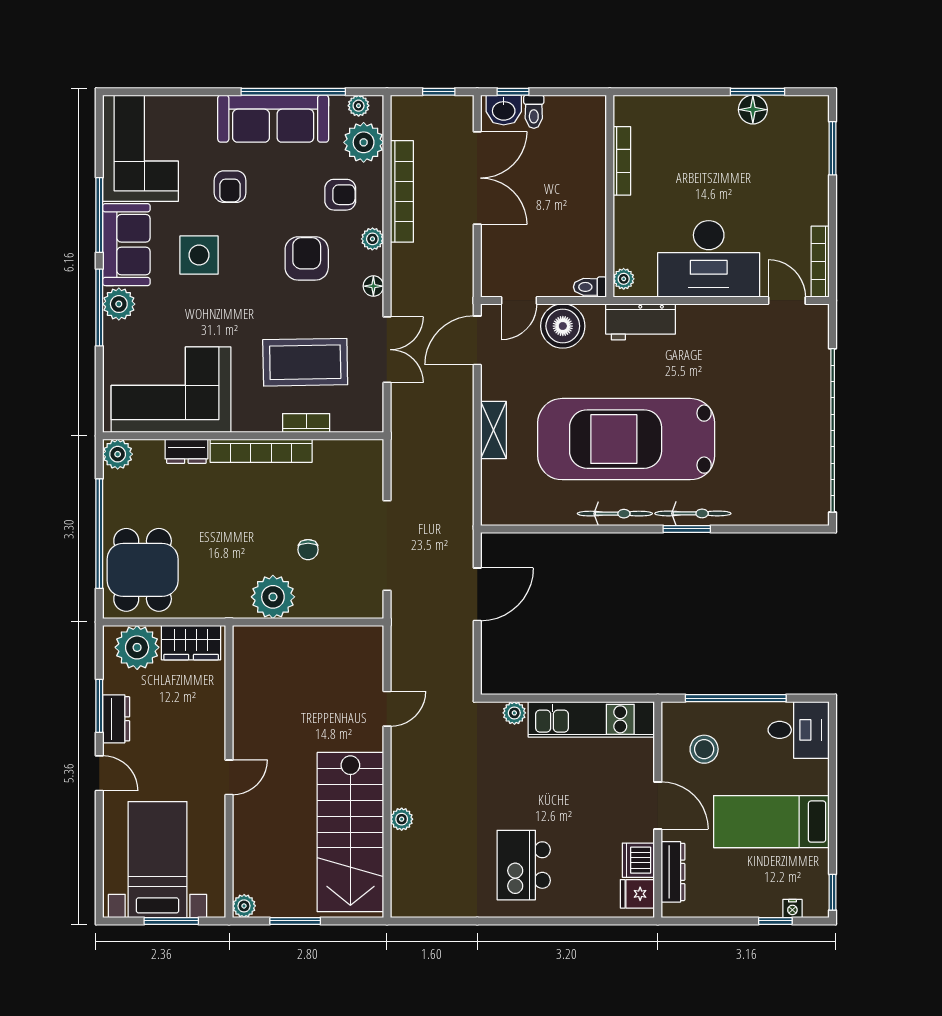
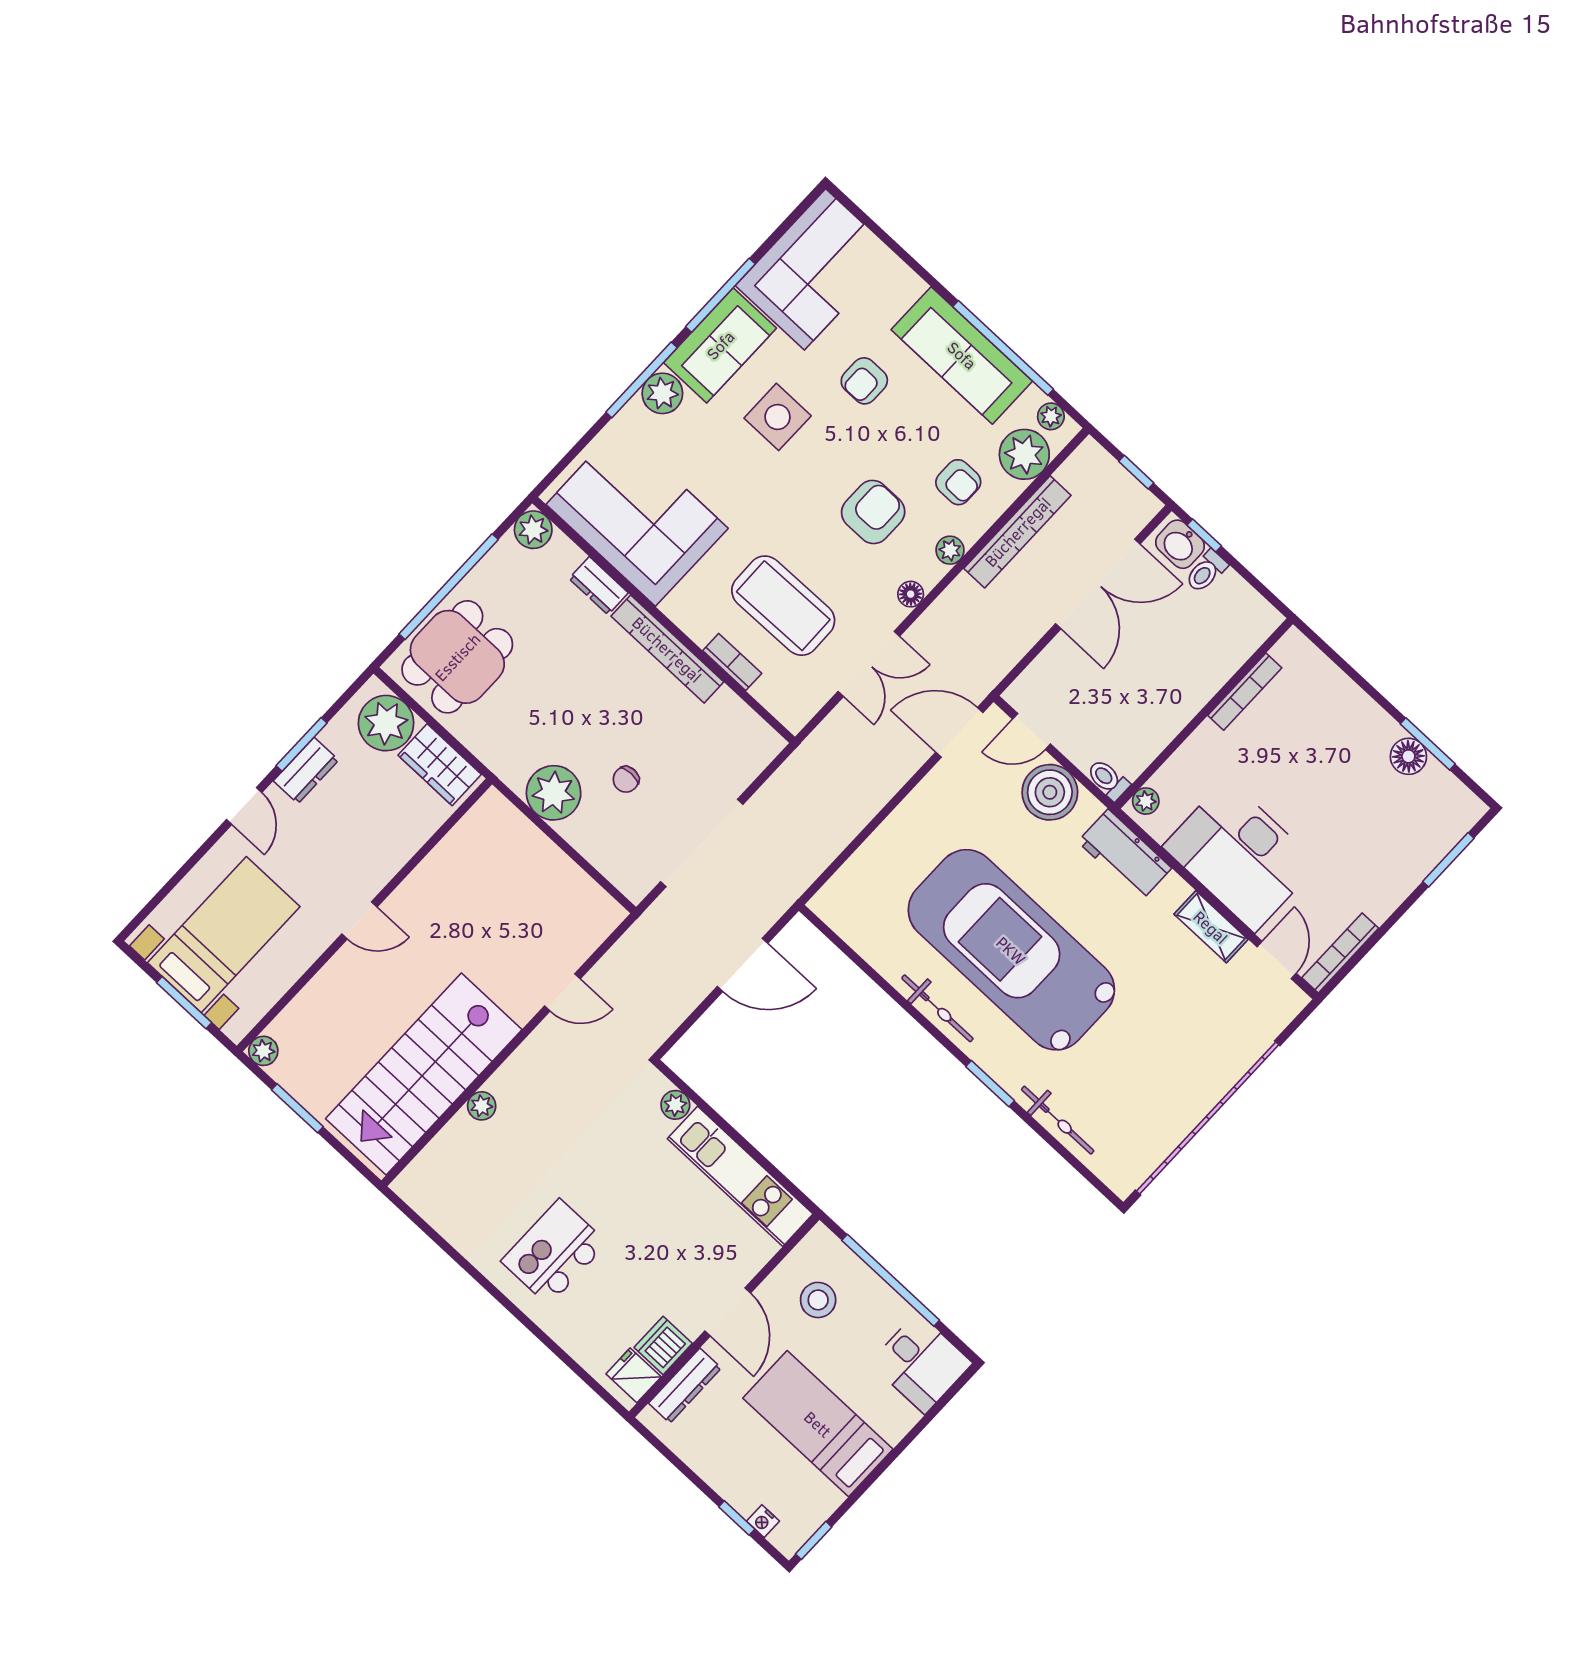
shelving: (493, 430) -> (1211, 927), moved, turned 90
bicycle: (693, 513) -> (1058, 1120), moved

